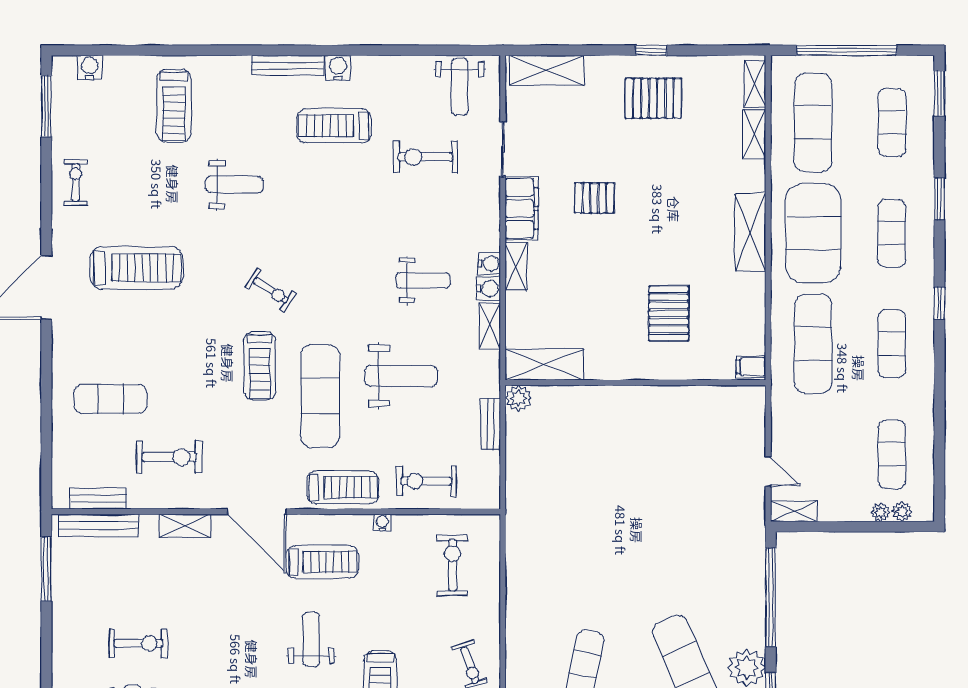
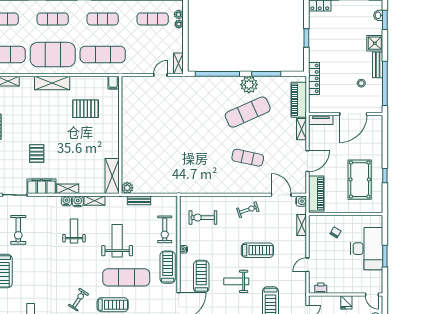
pallet: (669, 313) -> (86, 109), moved

